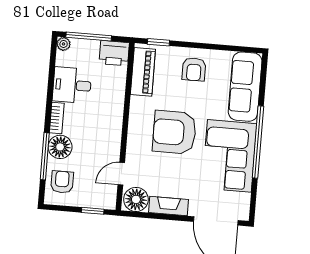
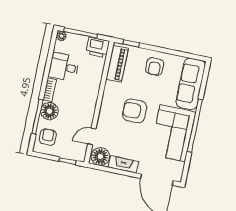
armchair: (174, 132) -> (135, 111), width x0.73, depth x0.73

